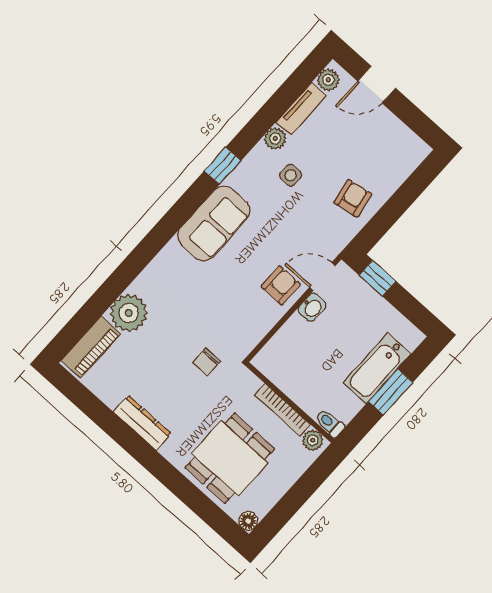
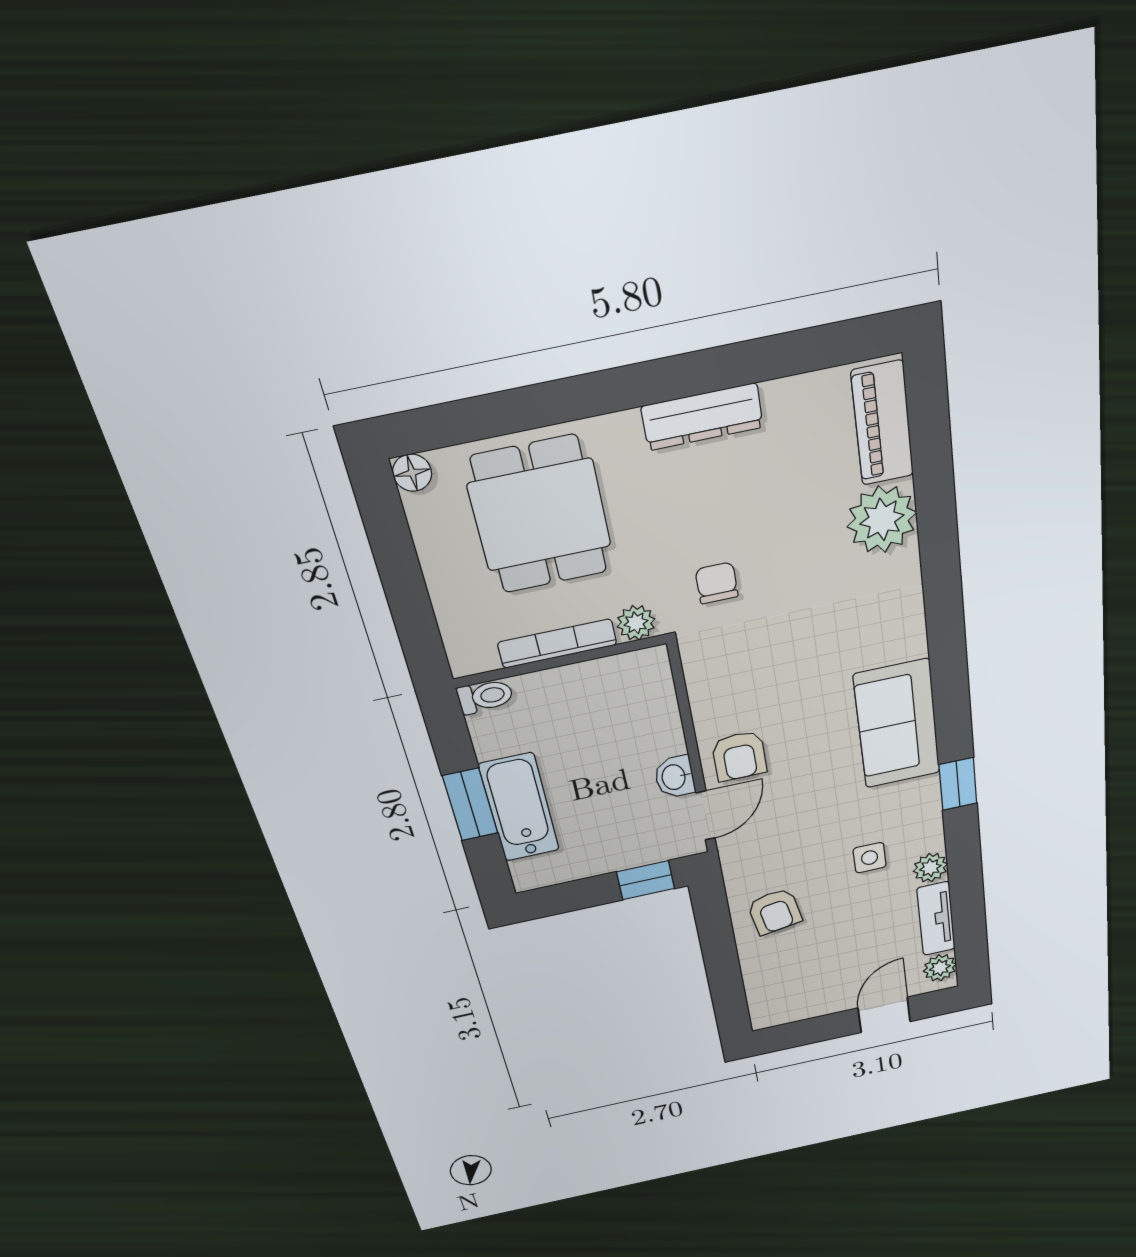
plant: (313, 440) -> (636, 623), moved

